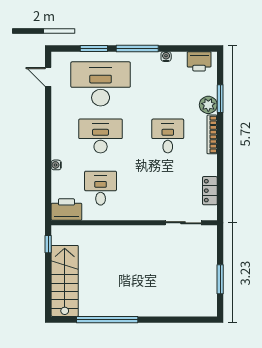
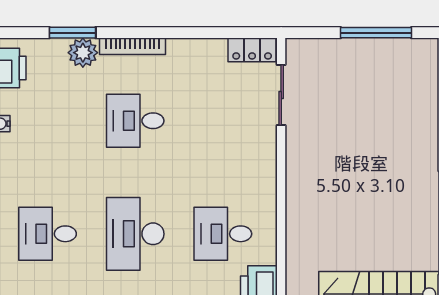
desk: (101, 84) -> (48, 234), width x0.53, depth x0.77
locker: (210, 191) -> (252, 50), moved
window: (220, 279) -> (376, 33), width x1.44

